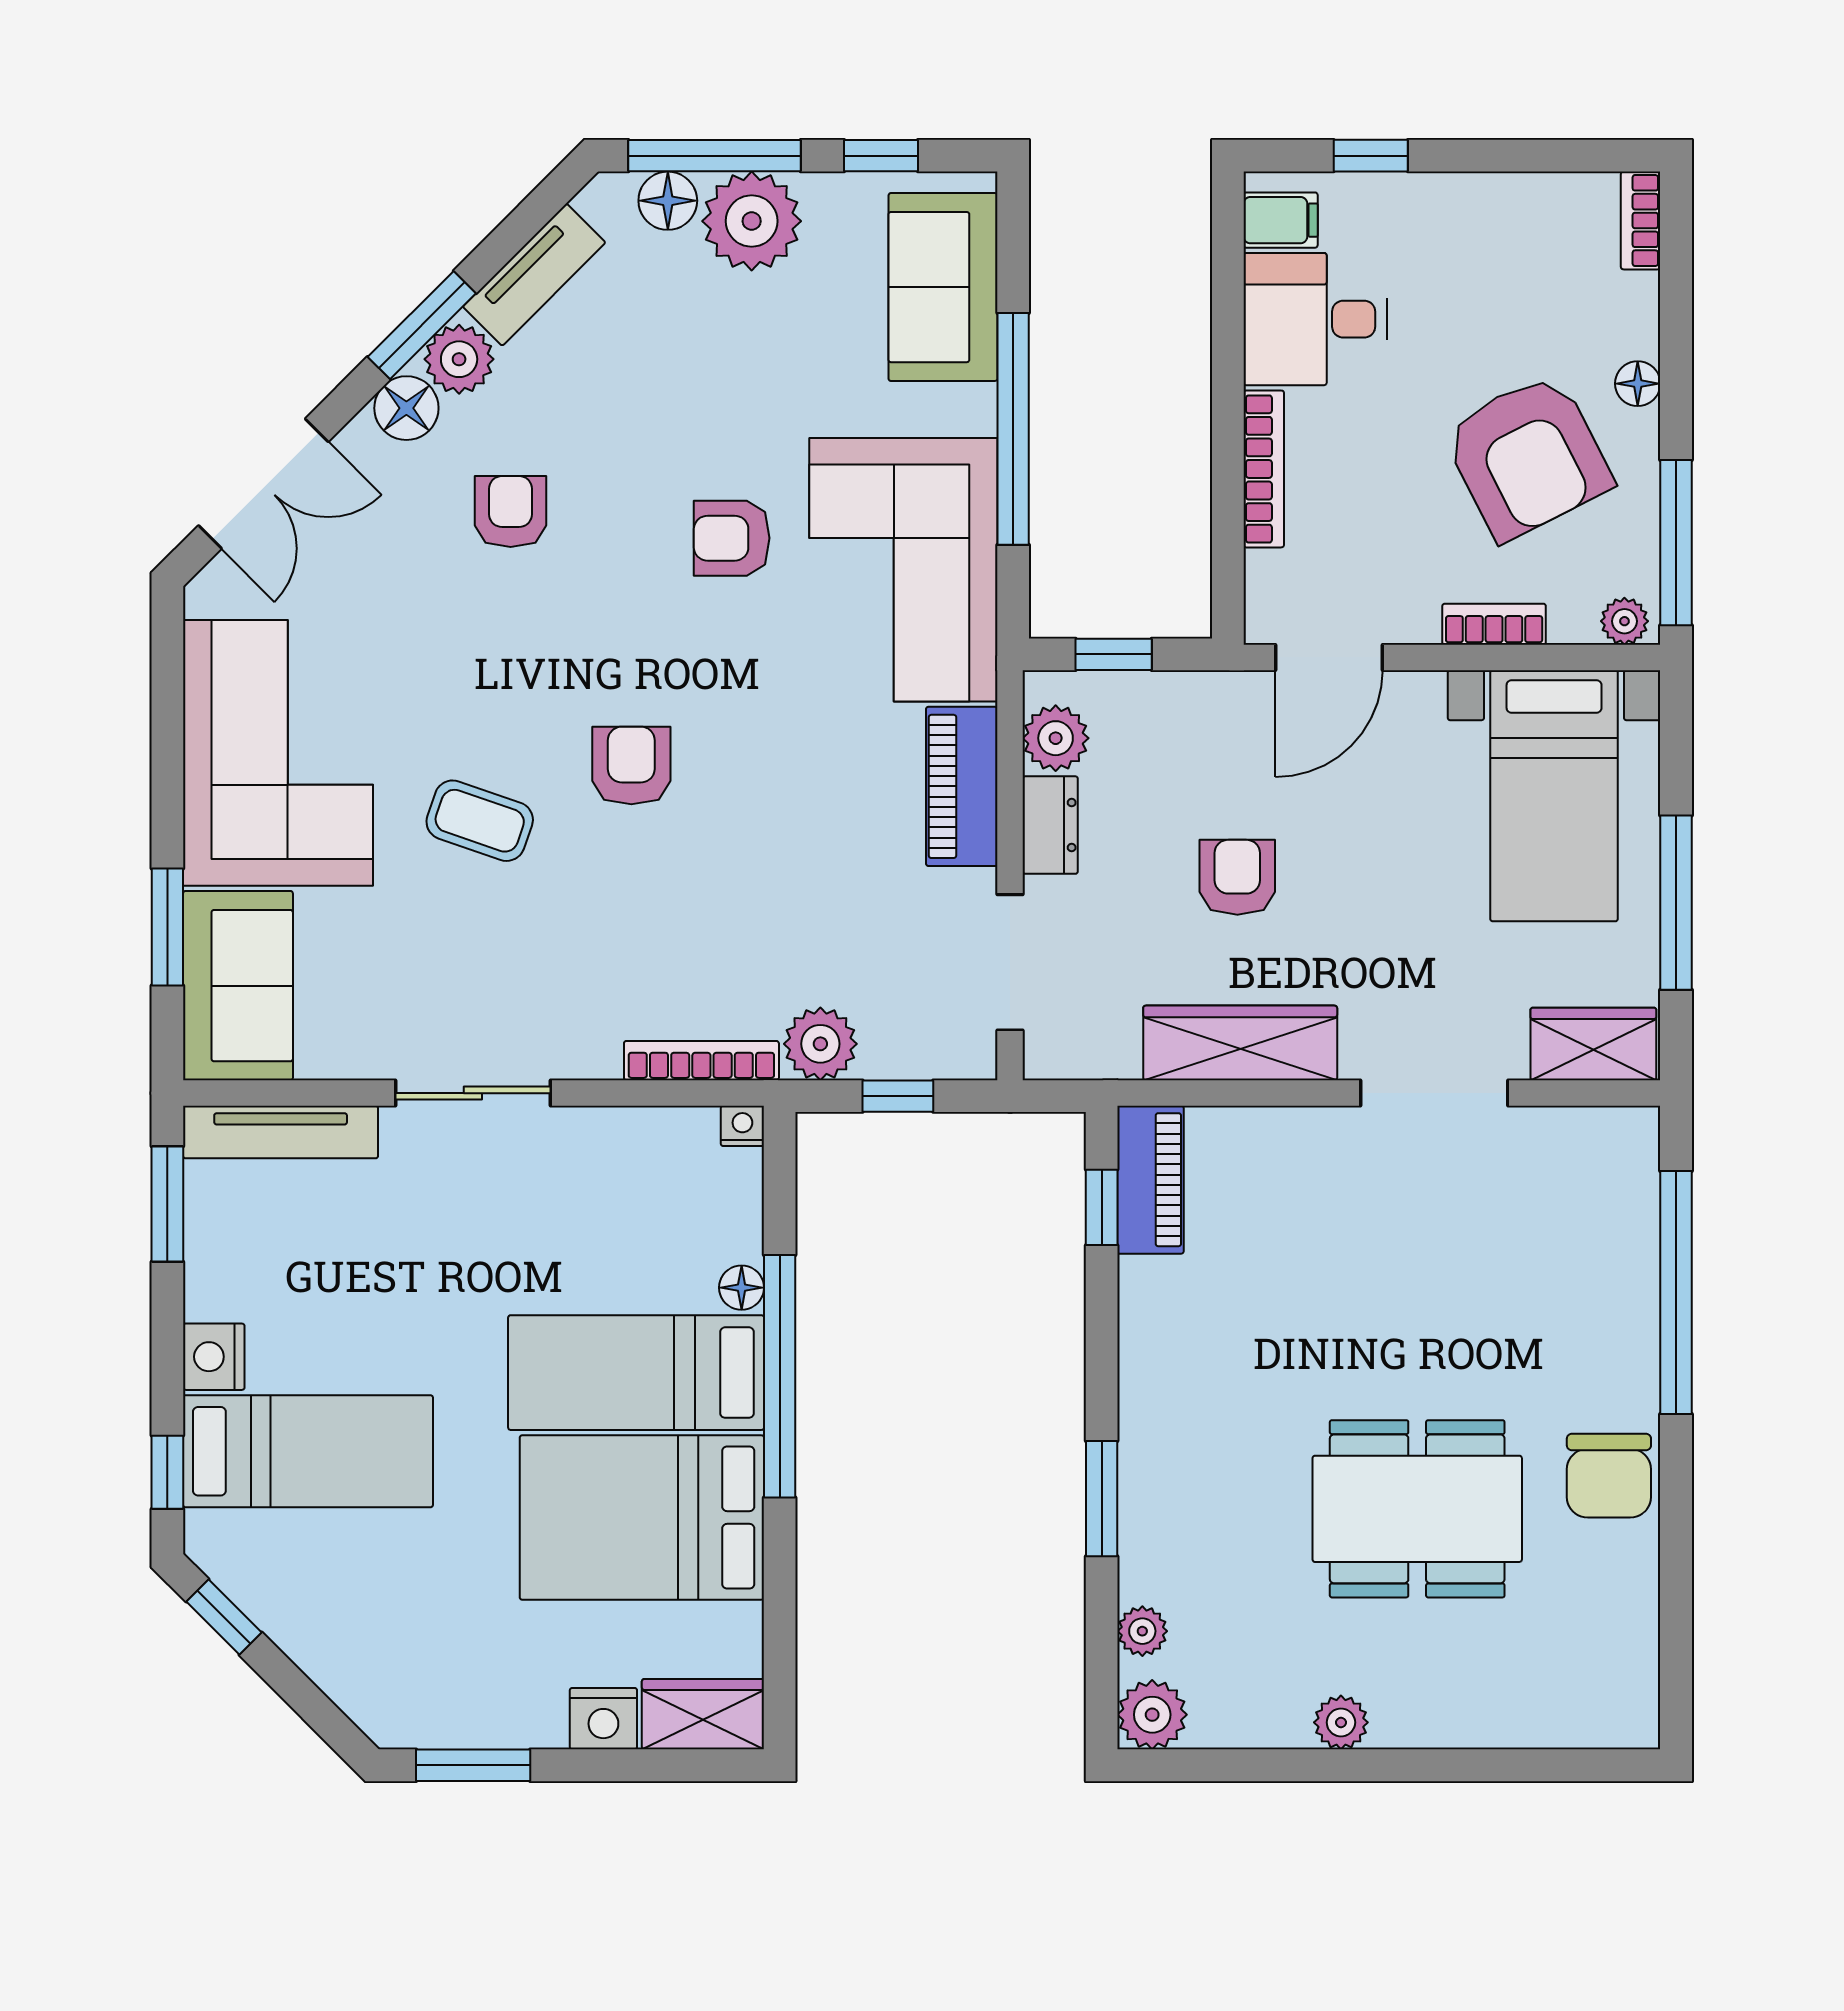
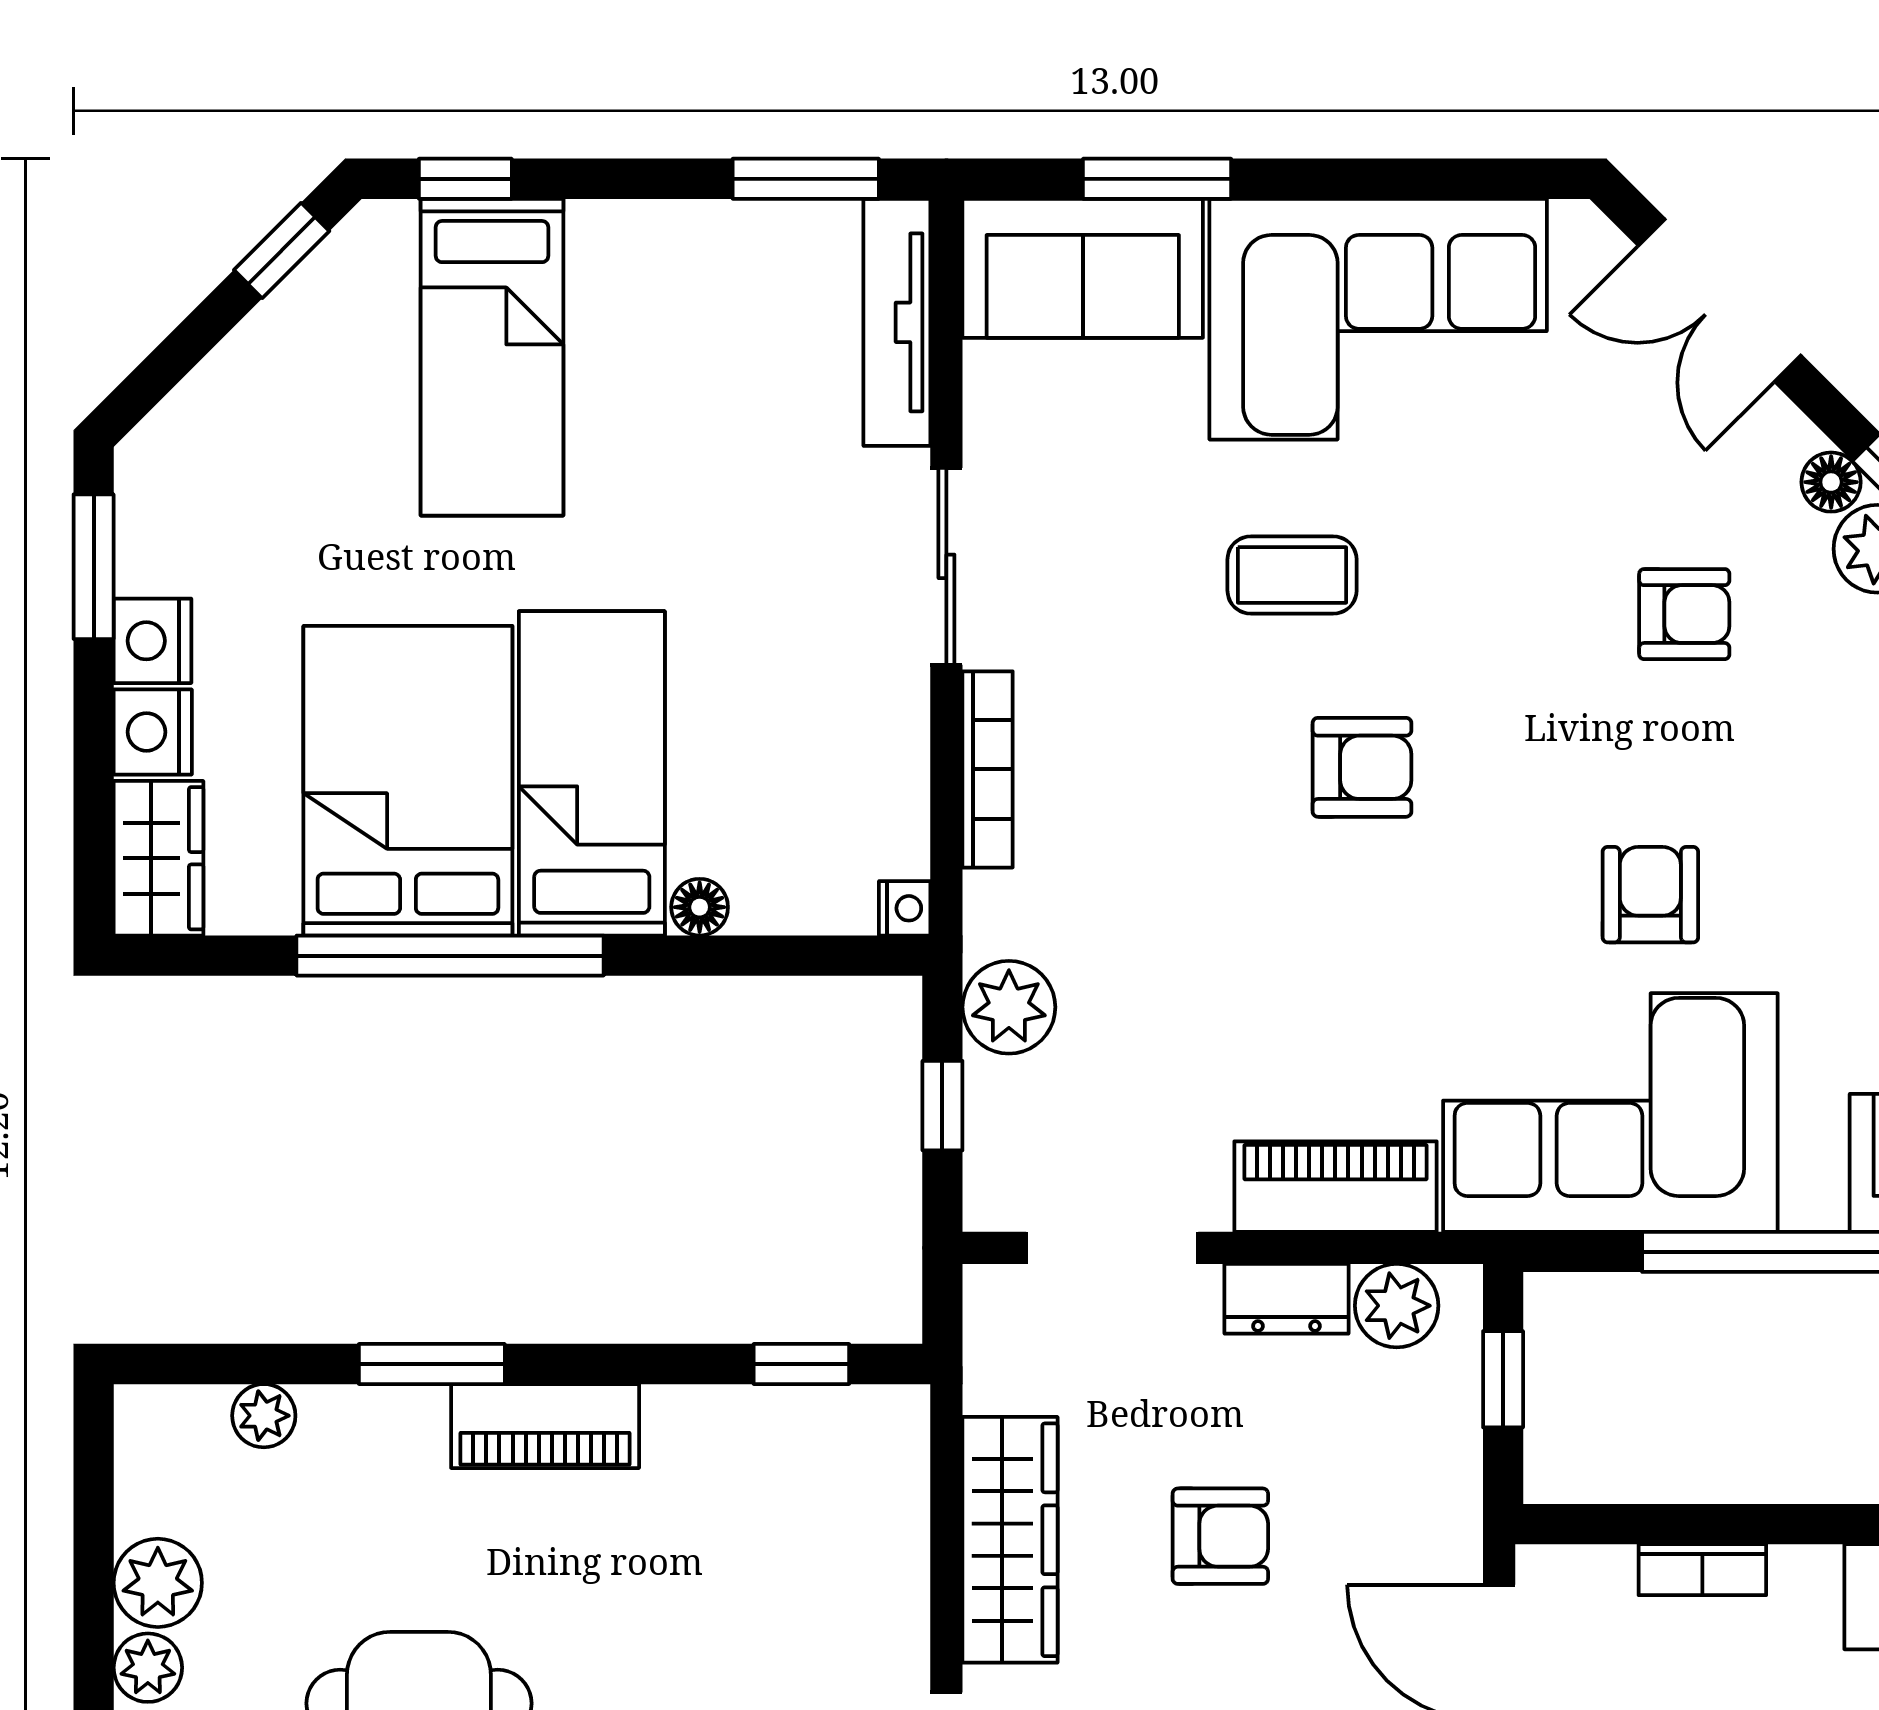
floor lamp: (406, 408) -> (1831, 482), width x0.73, depth x0.73
bookcase: (1264, 469) -> (1702, 1570), width x0.64
coffee table: (480, 821) -> (1292, 575), turned 71
bookcase: (701, 1061) -> (988, 769), moved
piano: (1150, 1180) -> (545, 1426), moved
nightstand: (214, 1357) -> (152, 641), moved, turned -90
window: (780, 1376) -> (450, 956), moved
plant: (1152, 1715) -> (158, 1583), moved

